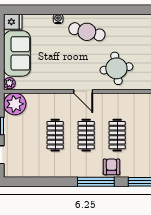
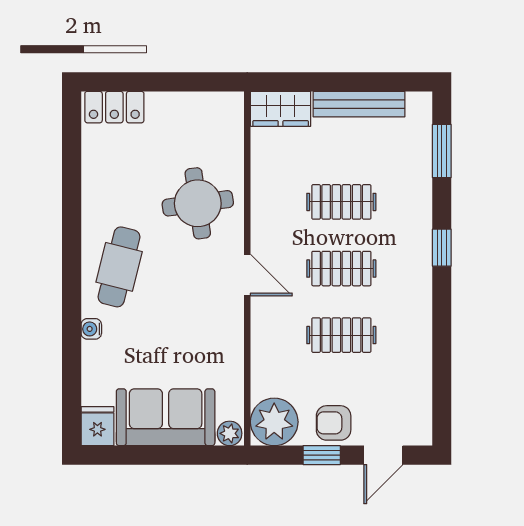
door: (83, 91) -> (247, 275), hinge flipped
armchair: (112, 167) -> (334, 423), moved
window: (96, 182) -> (442, 248), width x0.46

